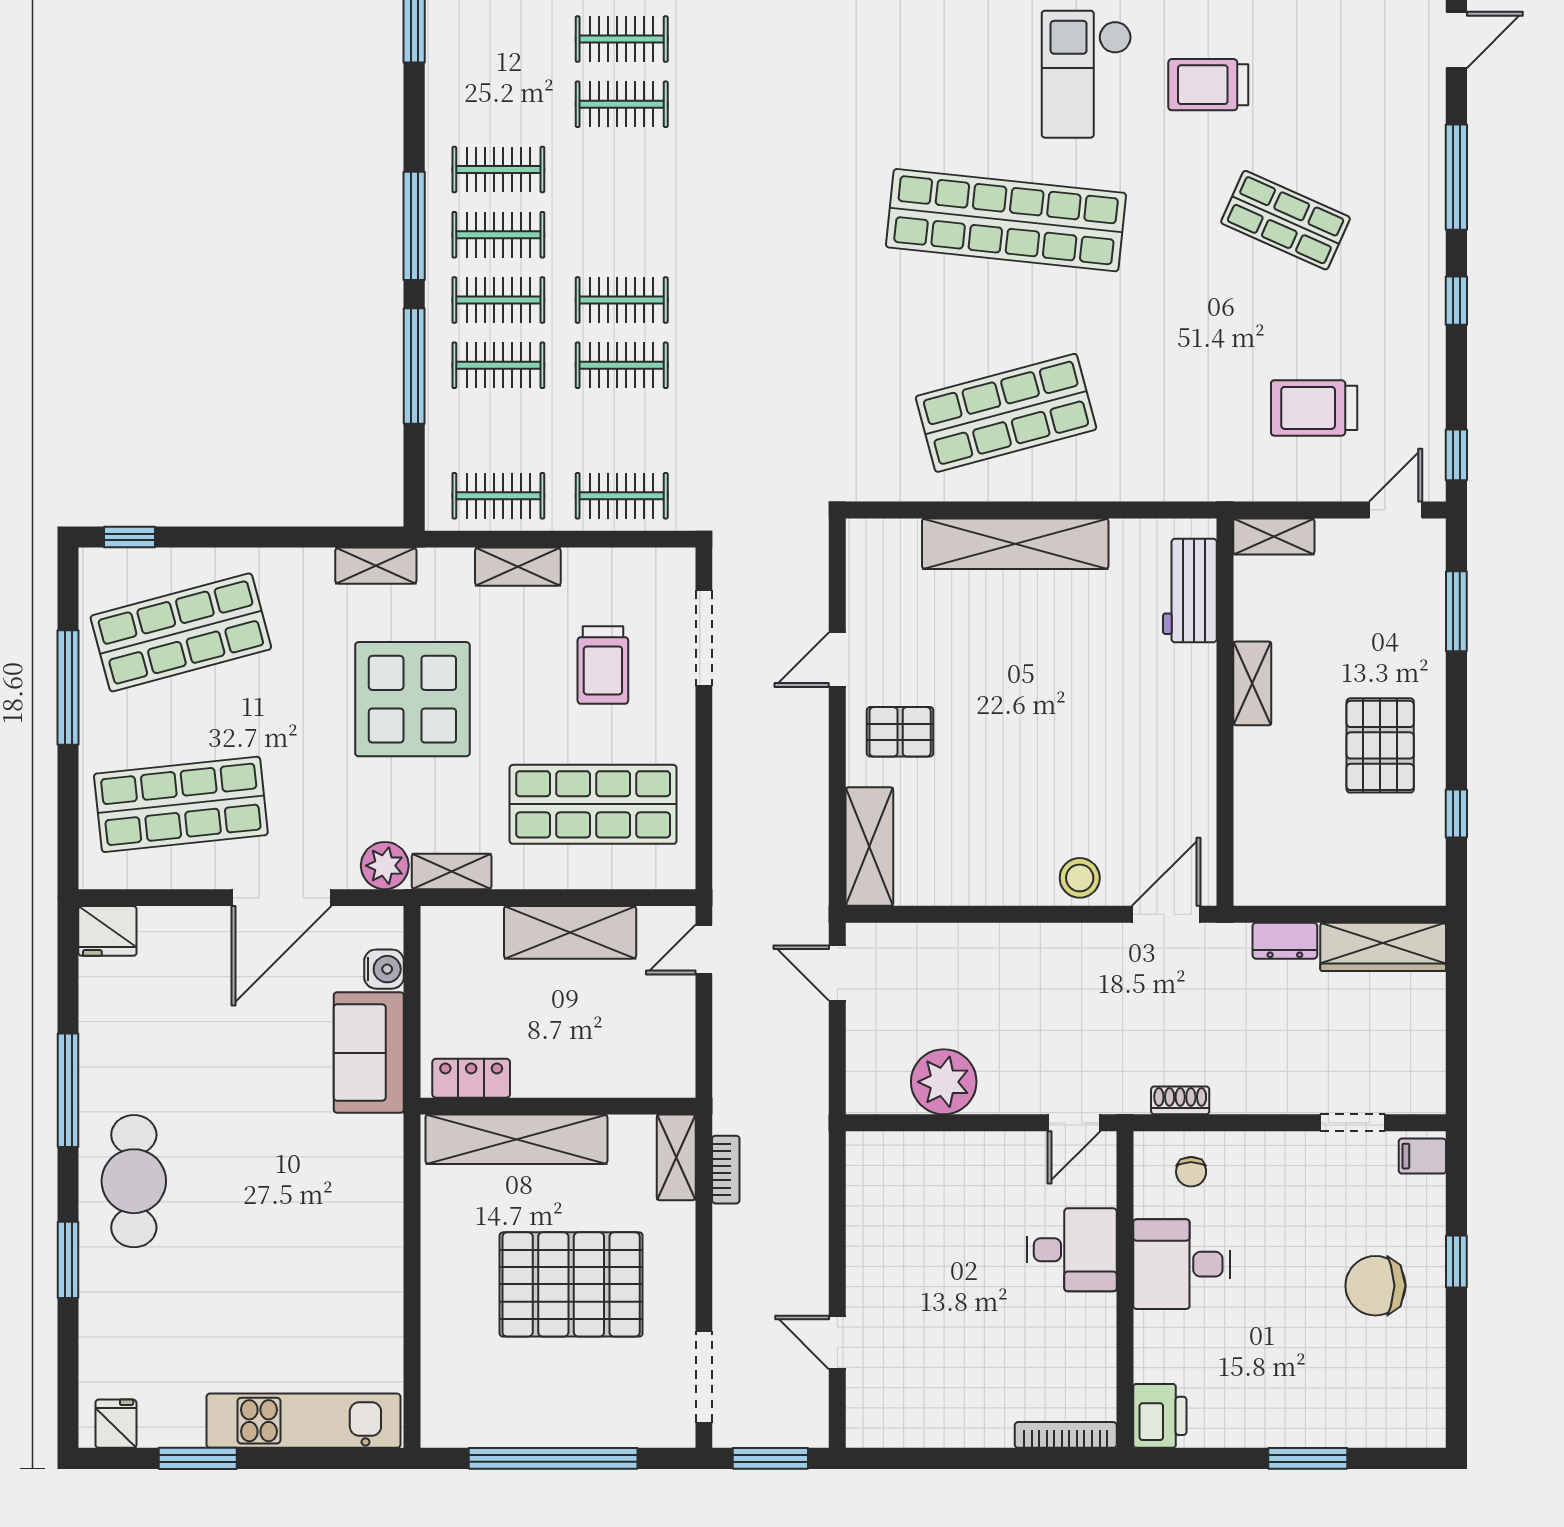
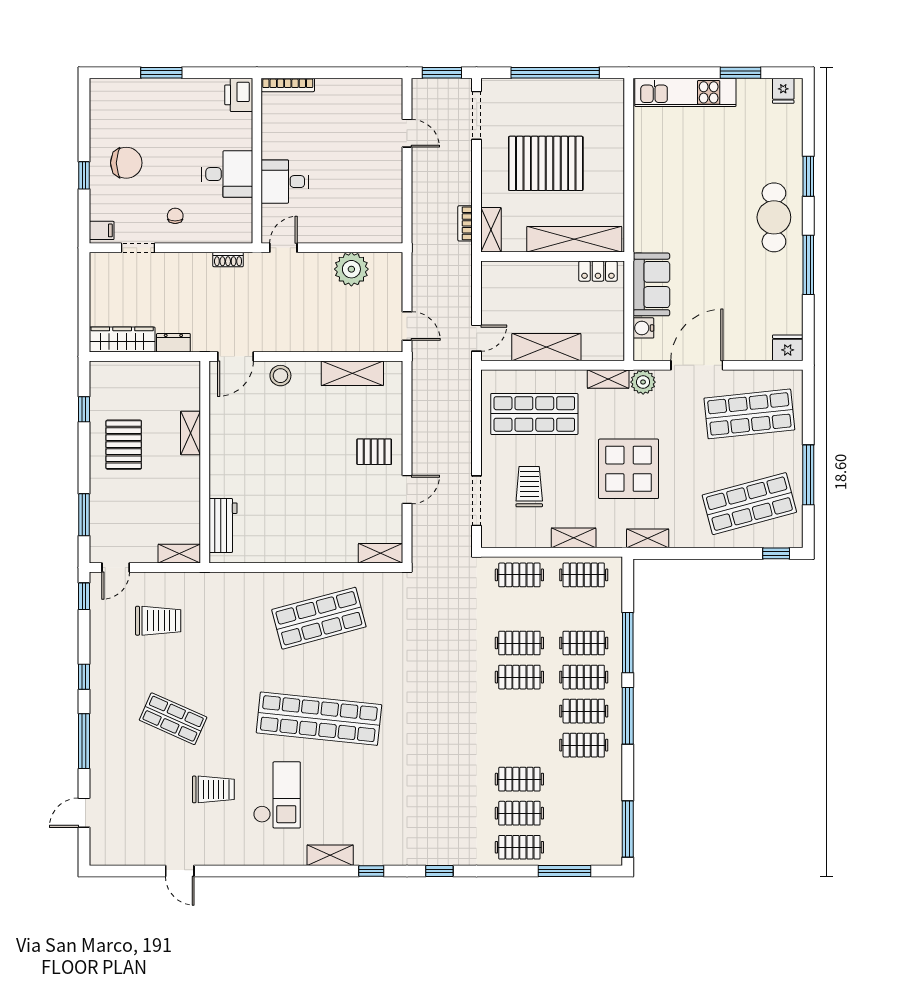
shelving: (1015, 544) -> (380, 553), moved, width x0.45, depth x0.75
shelving: (1252, 683) -> (190, 433), moved
shelving: (869, 847) -> (352, 373), moved, turned 90
chair: (1191, 1172) -> (175, 216), moved

